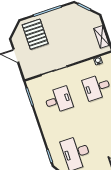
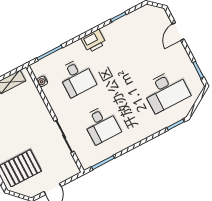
desk: (58, 100) -> (101, 125), turned 180

